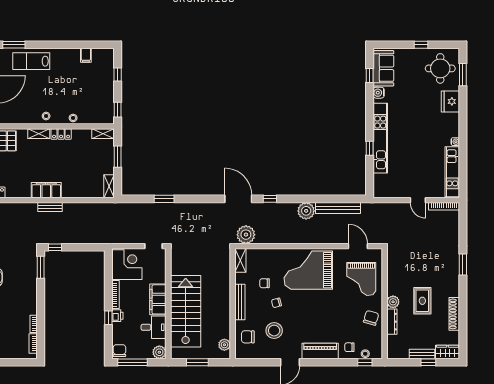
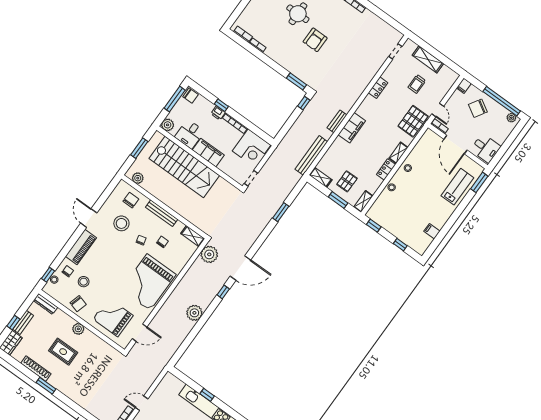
pallet: (96, 161) -> (347, 181), added
bench: (338, 208) -> (311, 155), moved
window: (463, 264) -> (46, 386), moved
grand piano: (308, 270) -> (149, 282), turned 180
dresser: (392, 322) -> (45, 304), moved
stool: (349, 327) -> (84, 282), added

